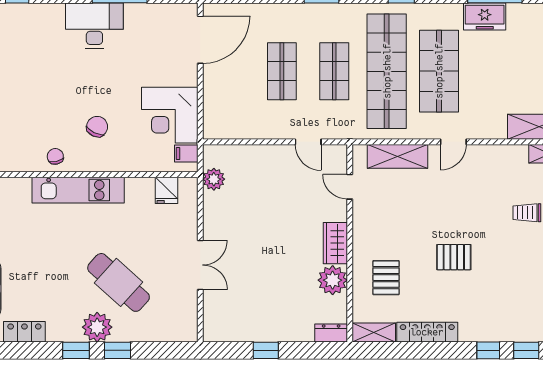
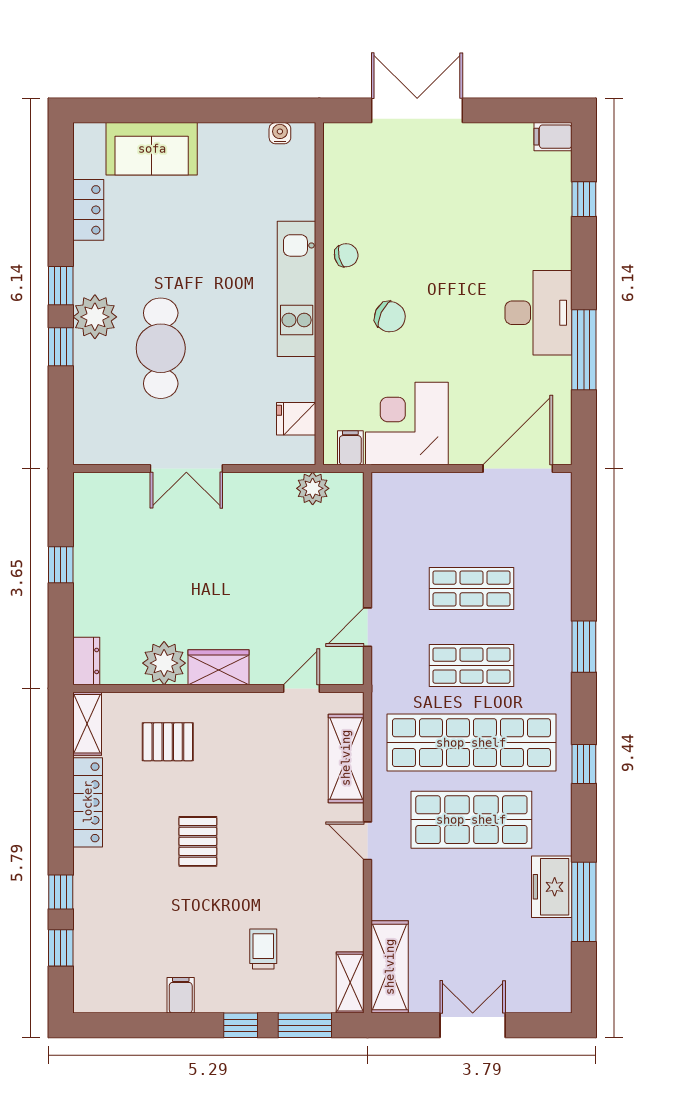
door: (200, 40) -> (518, 468), swing flipped
cafe table: (119, 282) -> (161, 348), turned -42

